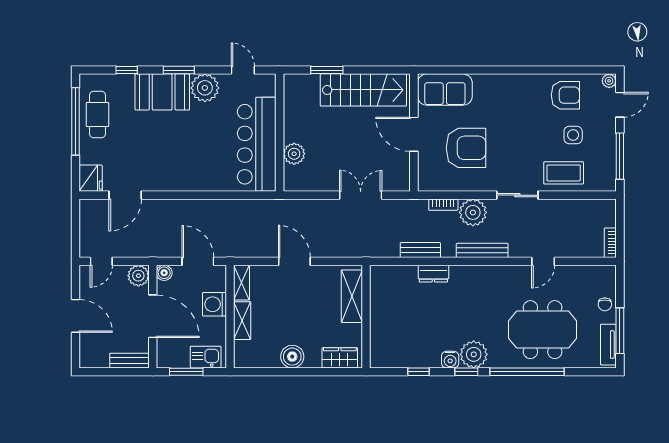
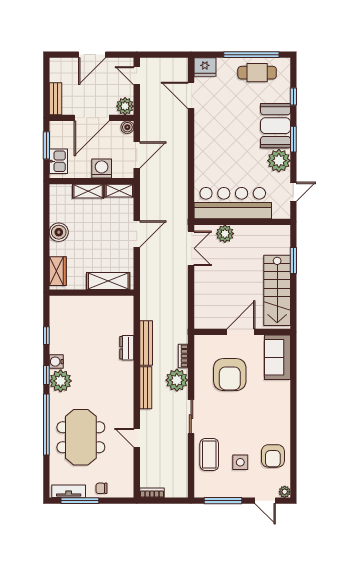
double door: (361, 195) -> (191, 248), moved
bench: (420, 250) -> (146, 343), width x1.36

